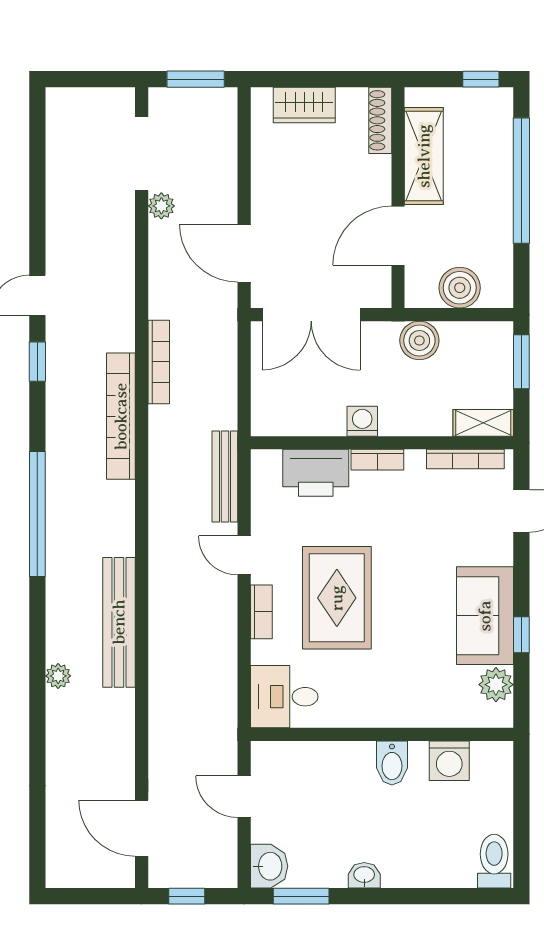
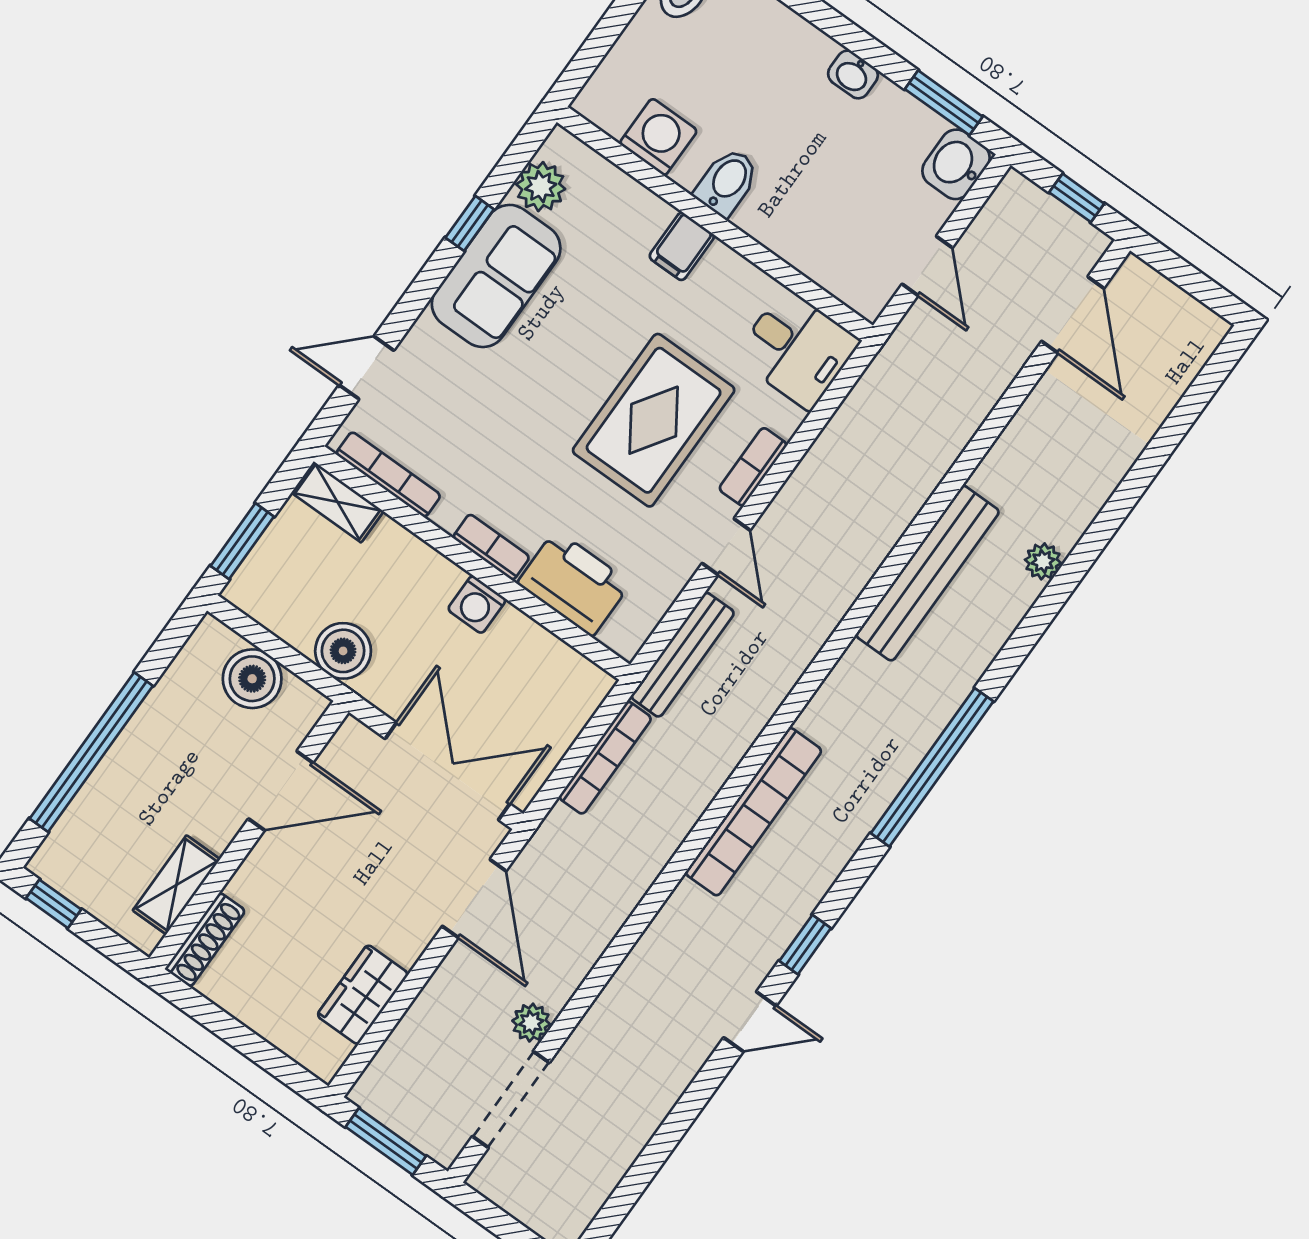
wardrobe: (304, 105) -> (363, 995), moved, turned -90
shelving: (424, 156) -> (176, 885), width x0.67, depth x0.75
bookcase: (159, 362) -> (605, 758), moved, turned 180
filing cabinet: (392, 708) -> (682, 246), added

